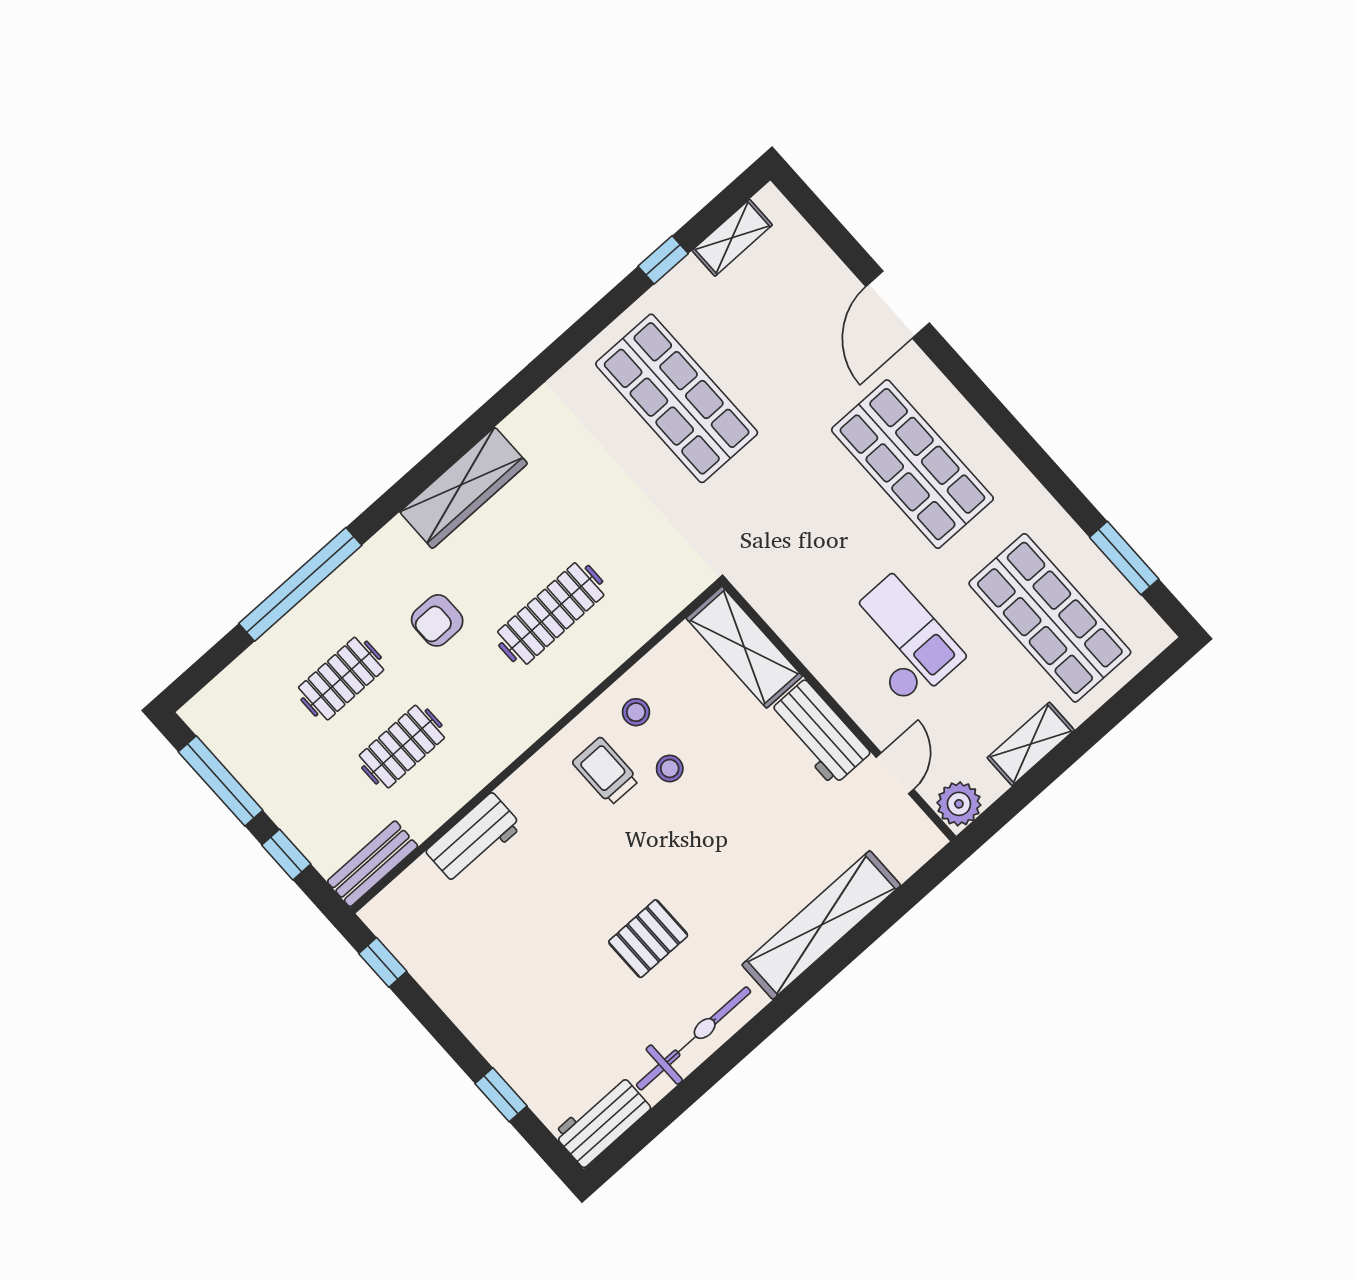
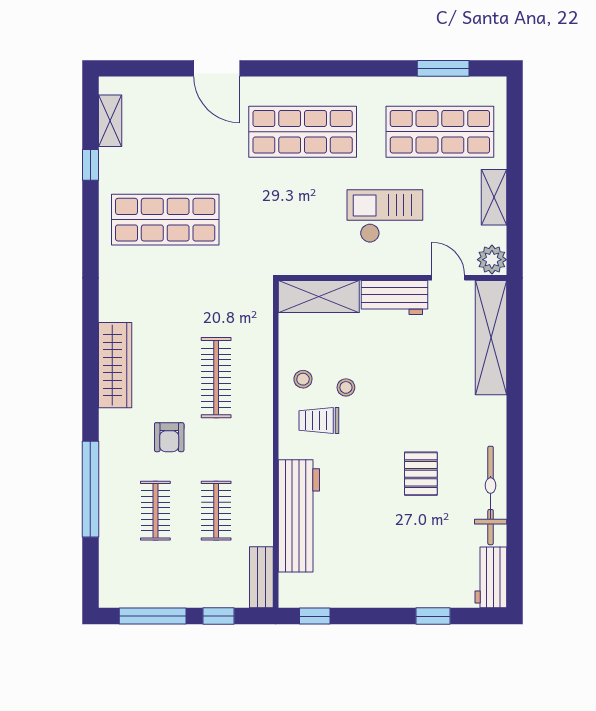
workbench: (474, 839) -> (299, 516), width x1.88, depth x1.32
shelving: (821, 925) -> (491, 338), moved

